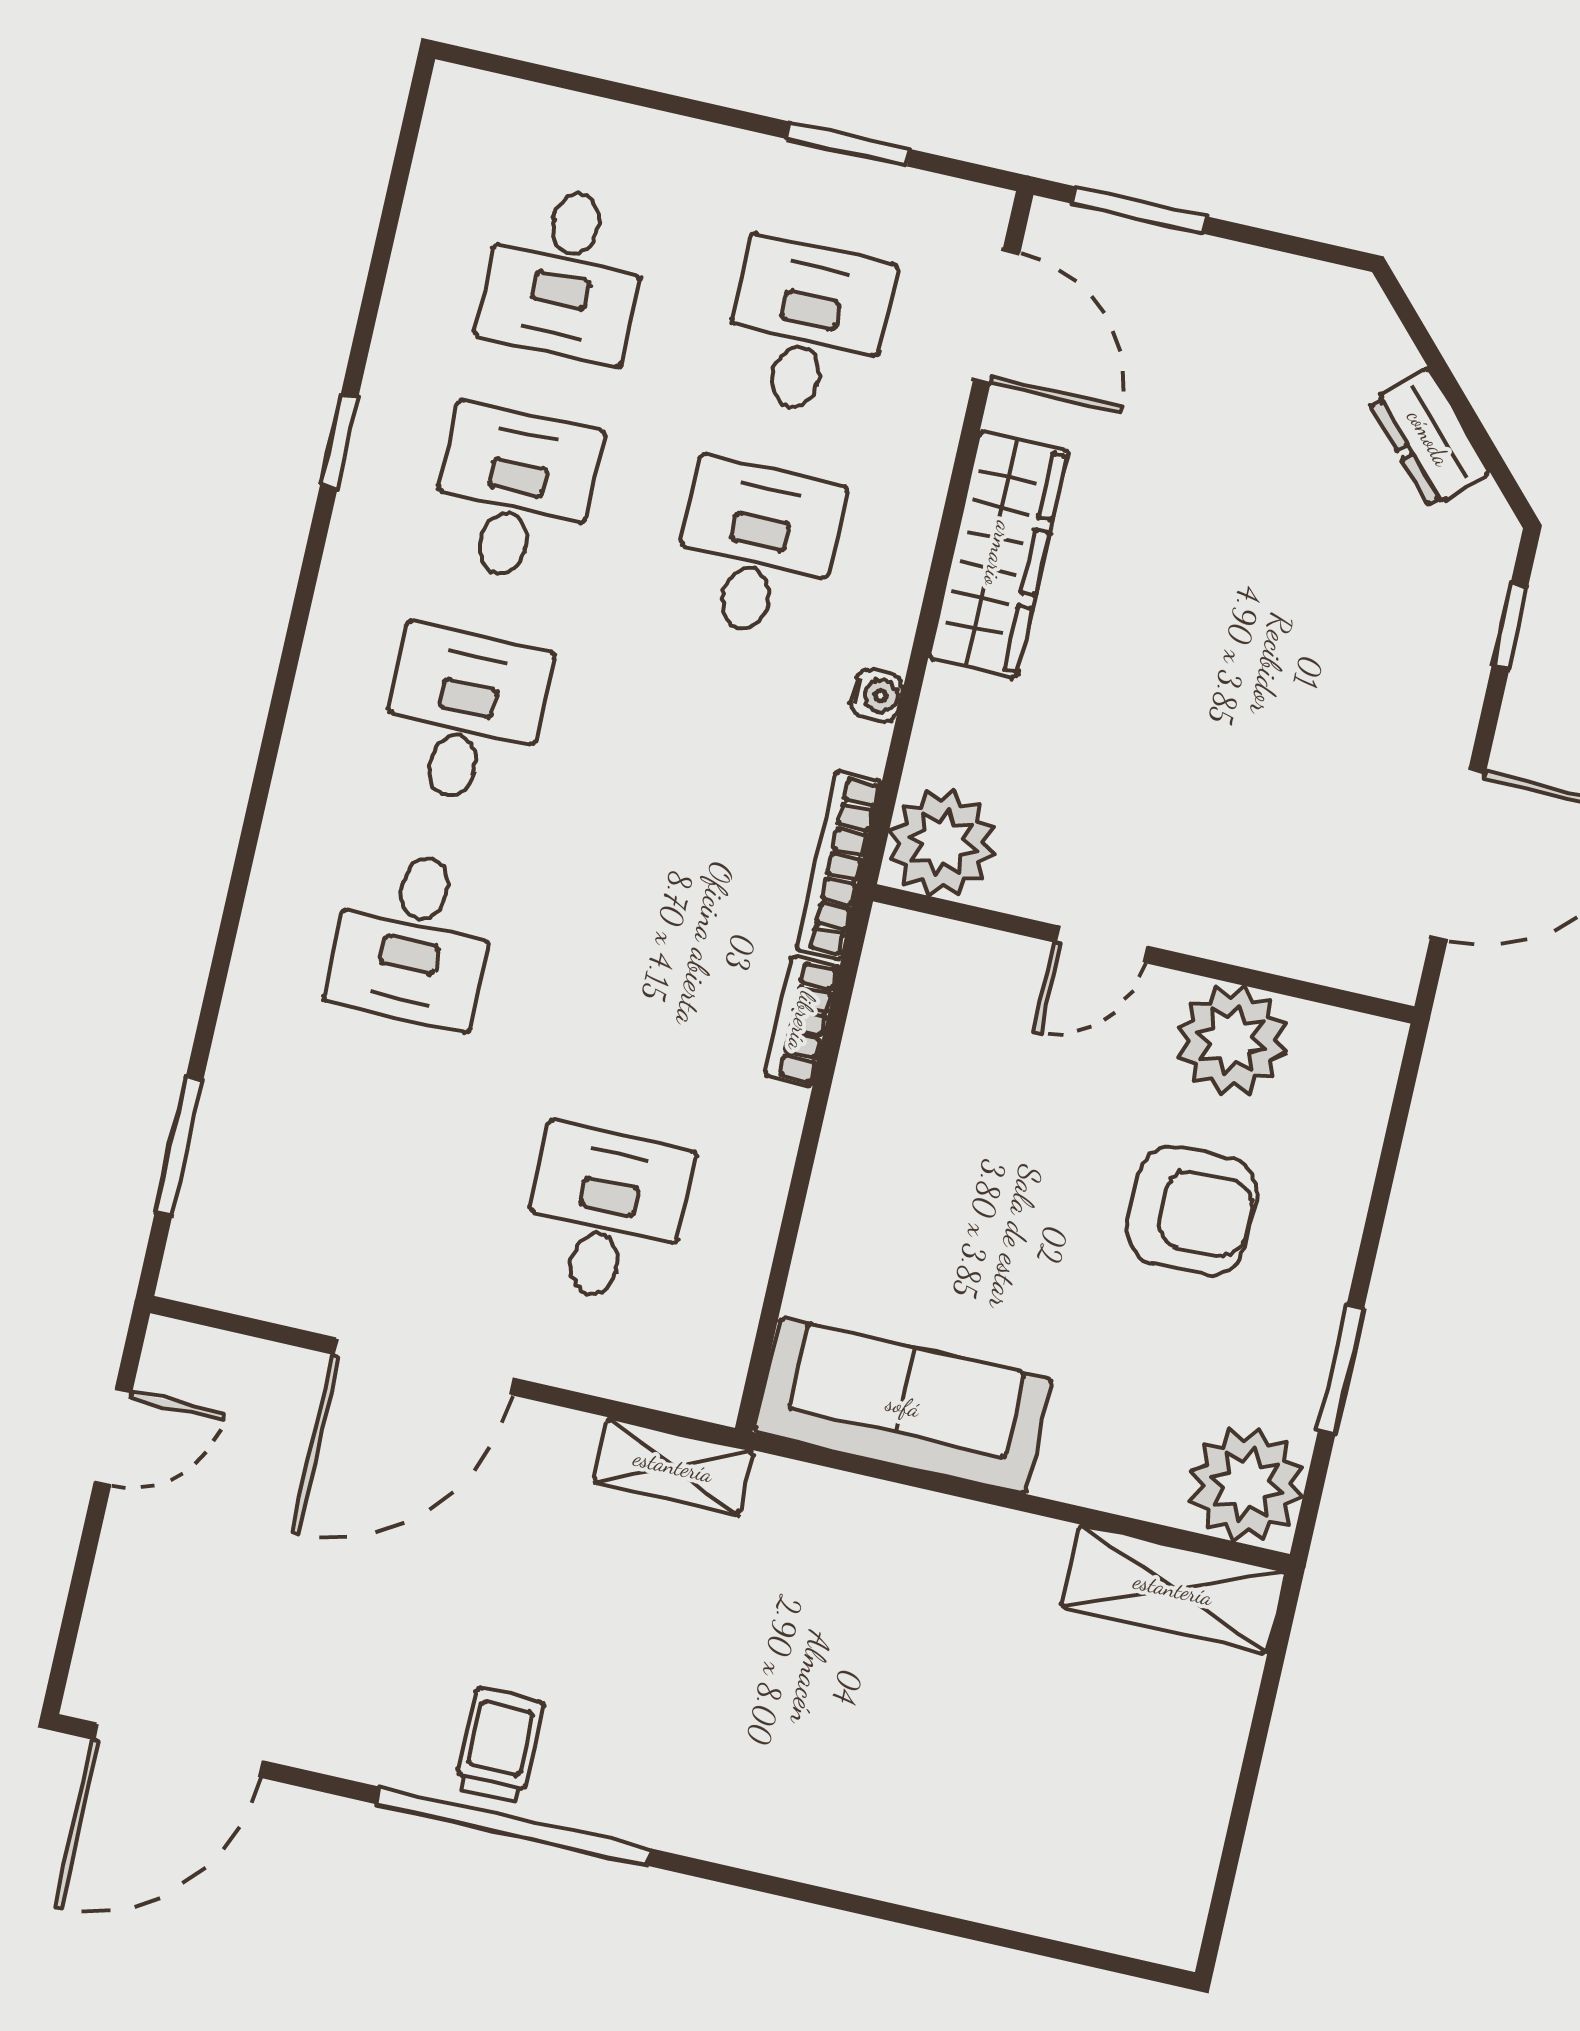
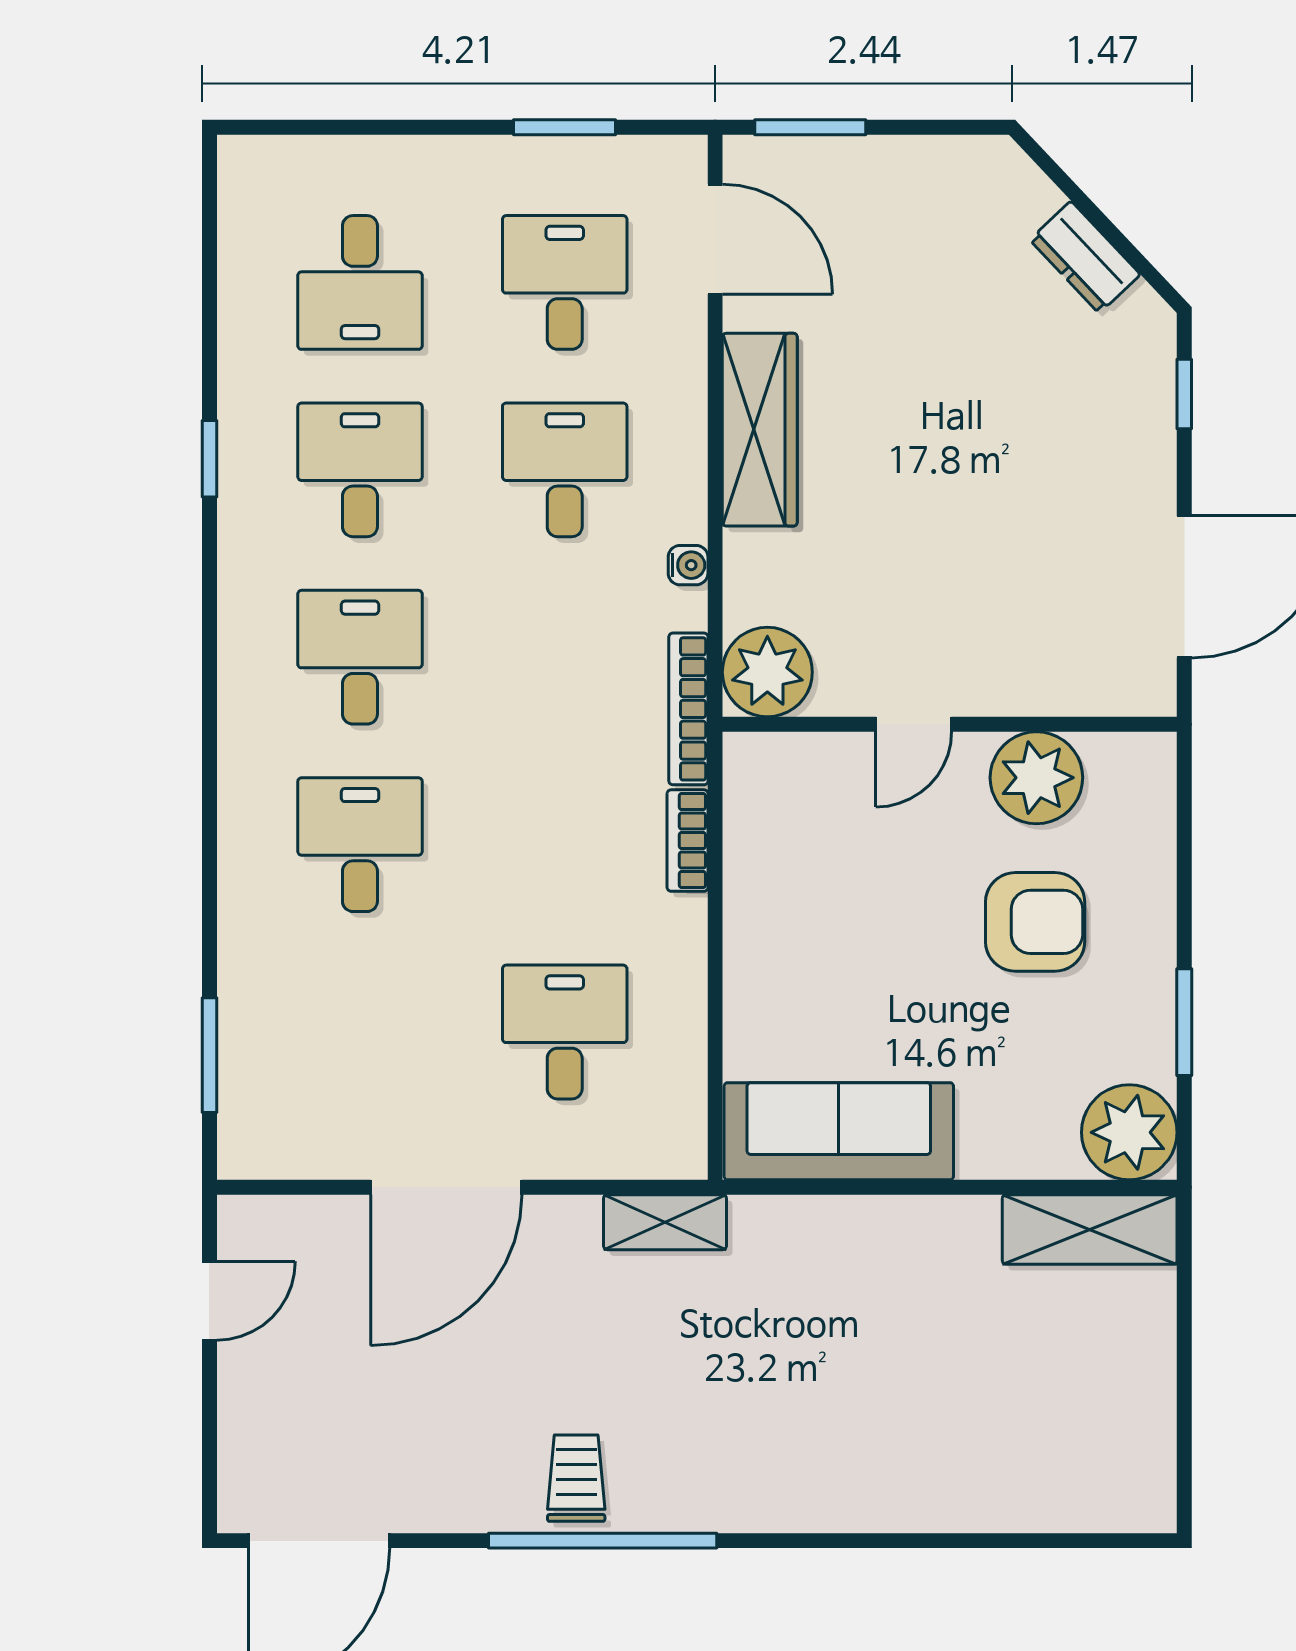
desk: (414, 938) -> (360, 845), turned 180

